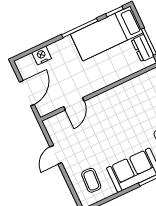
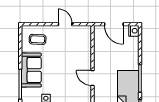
nightstand: (42, 55) -> (134, 31), moved
door: (74, 104) -> (93, 78), moved

